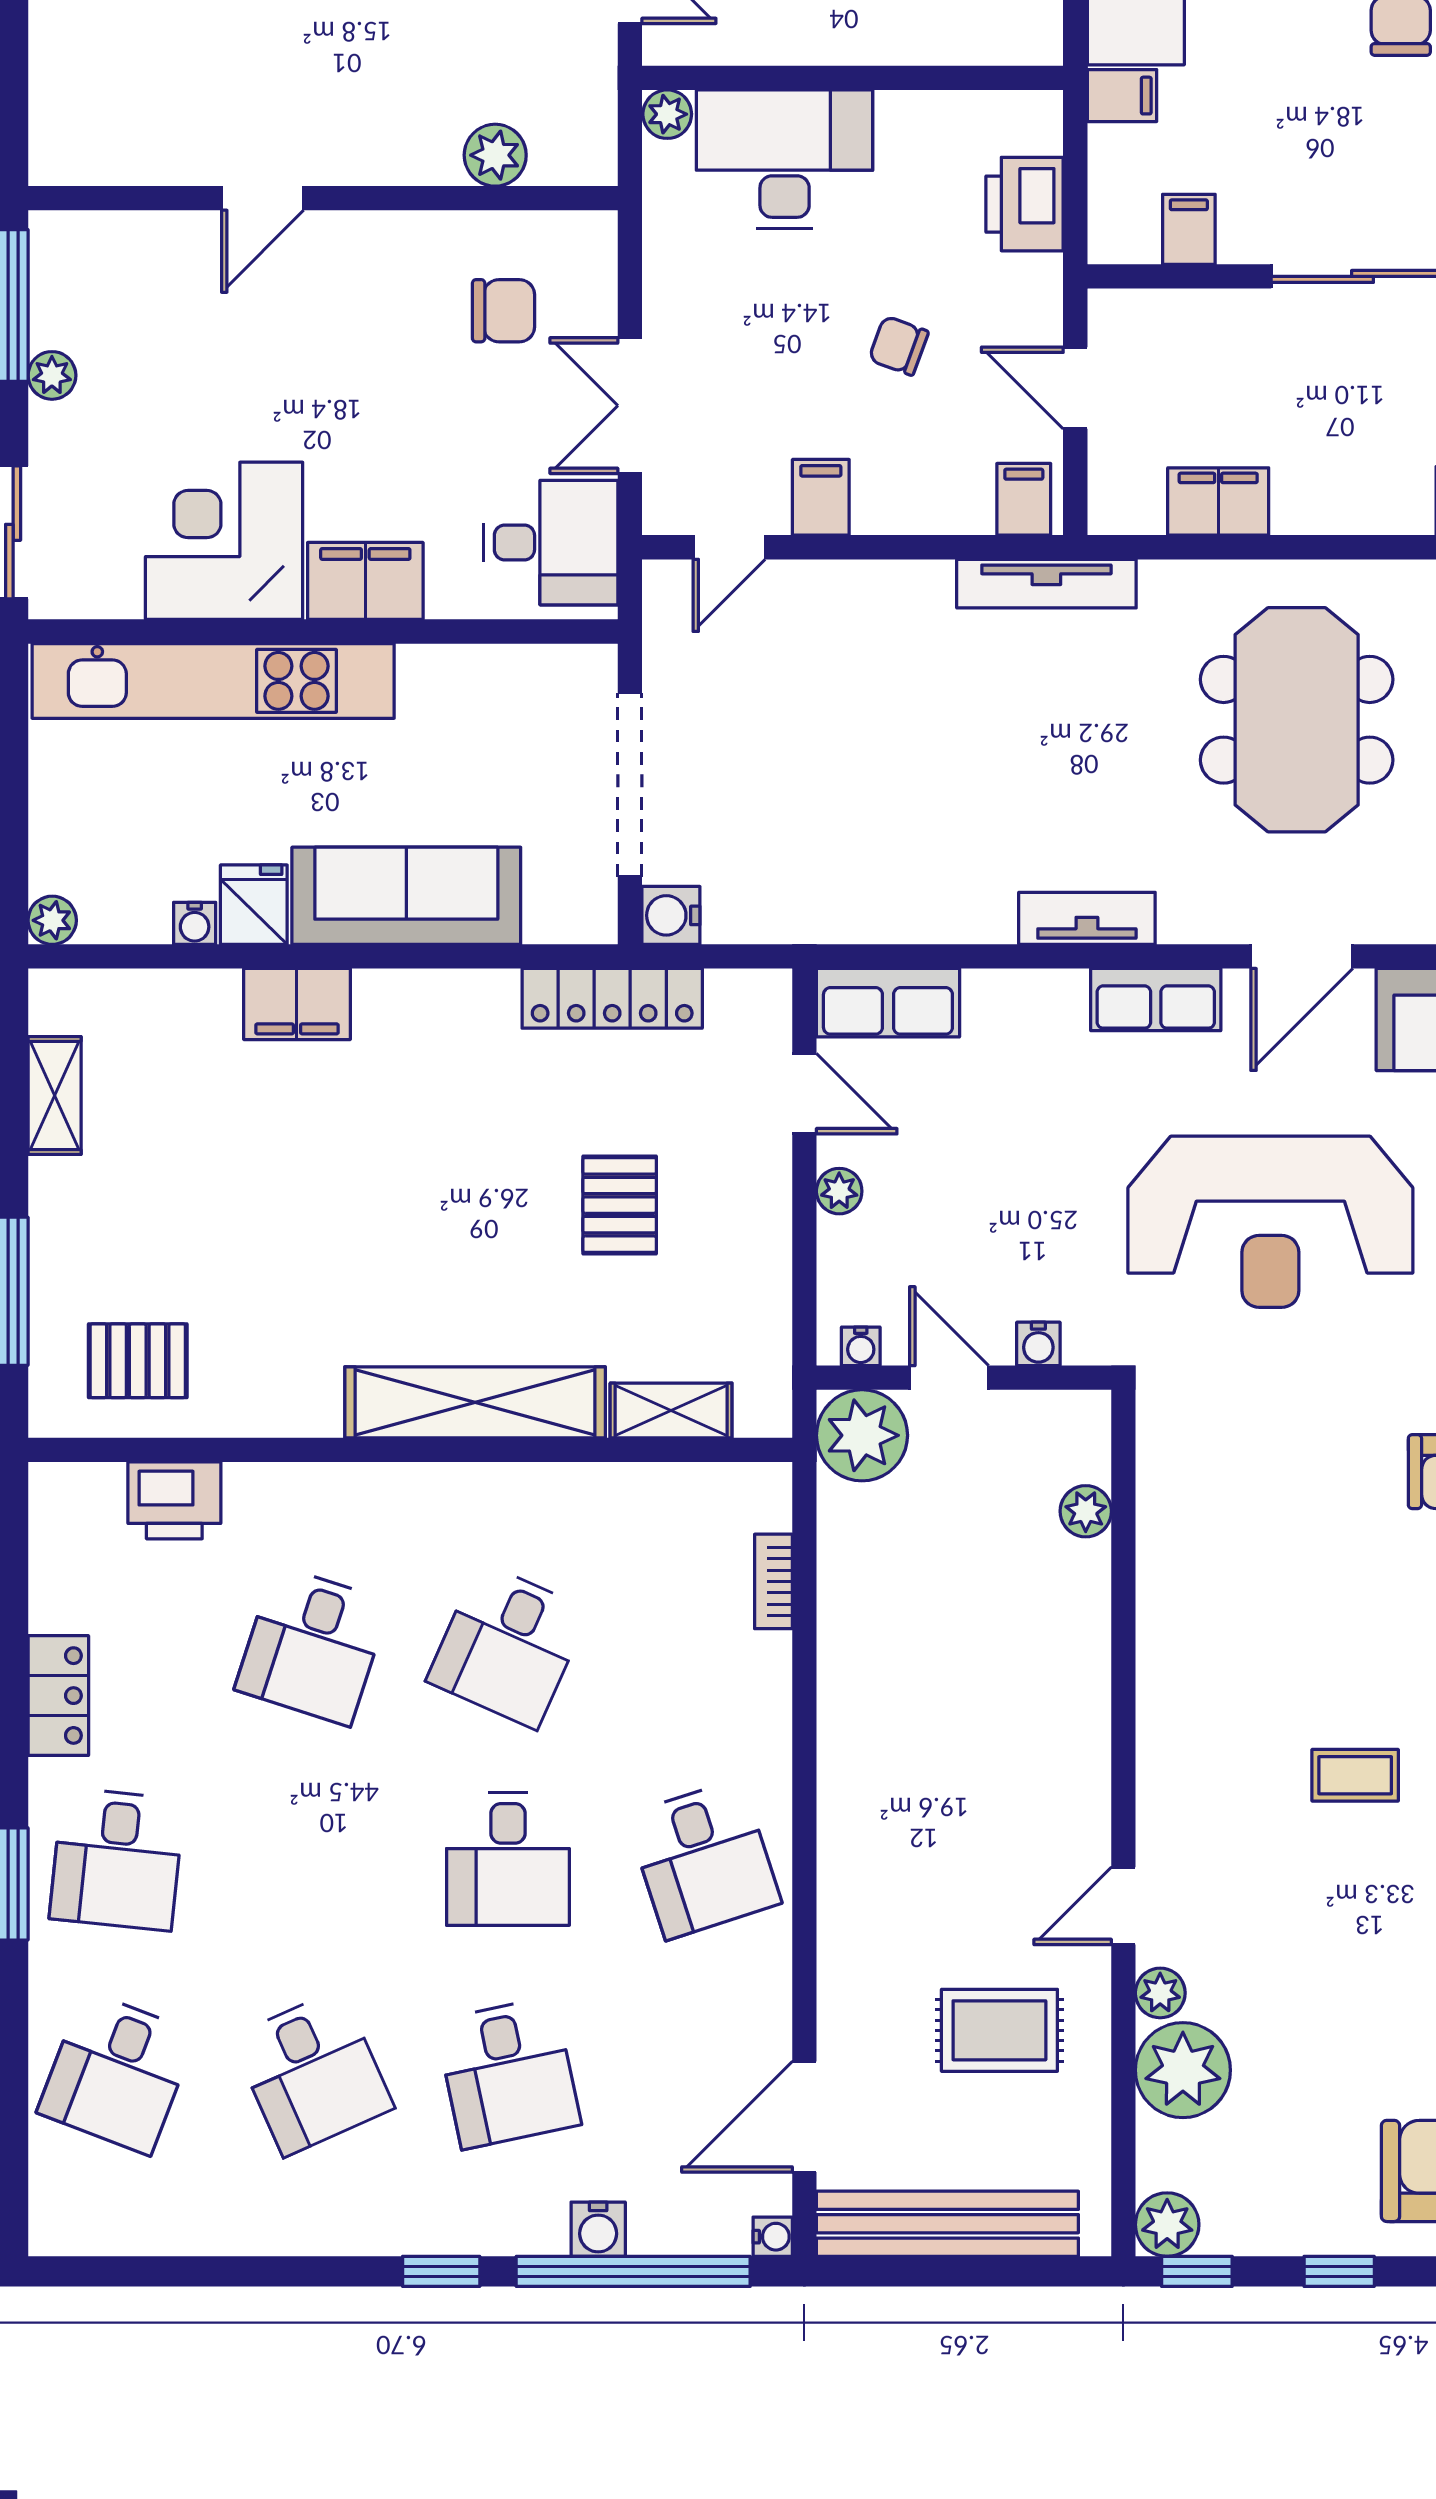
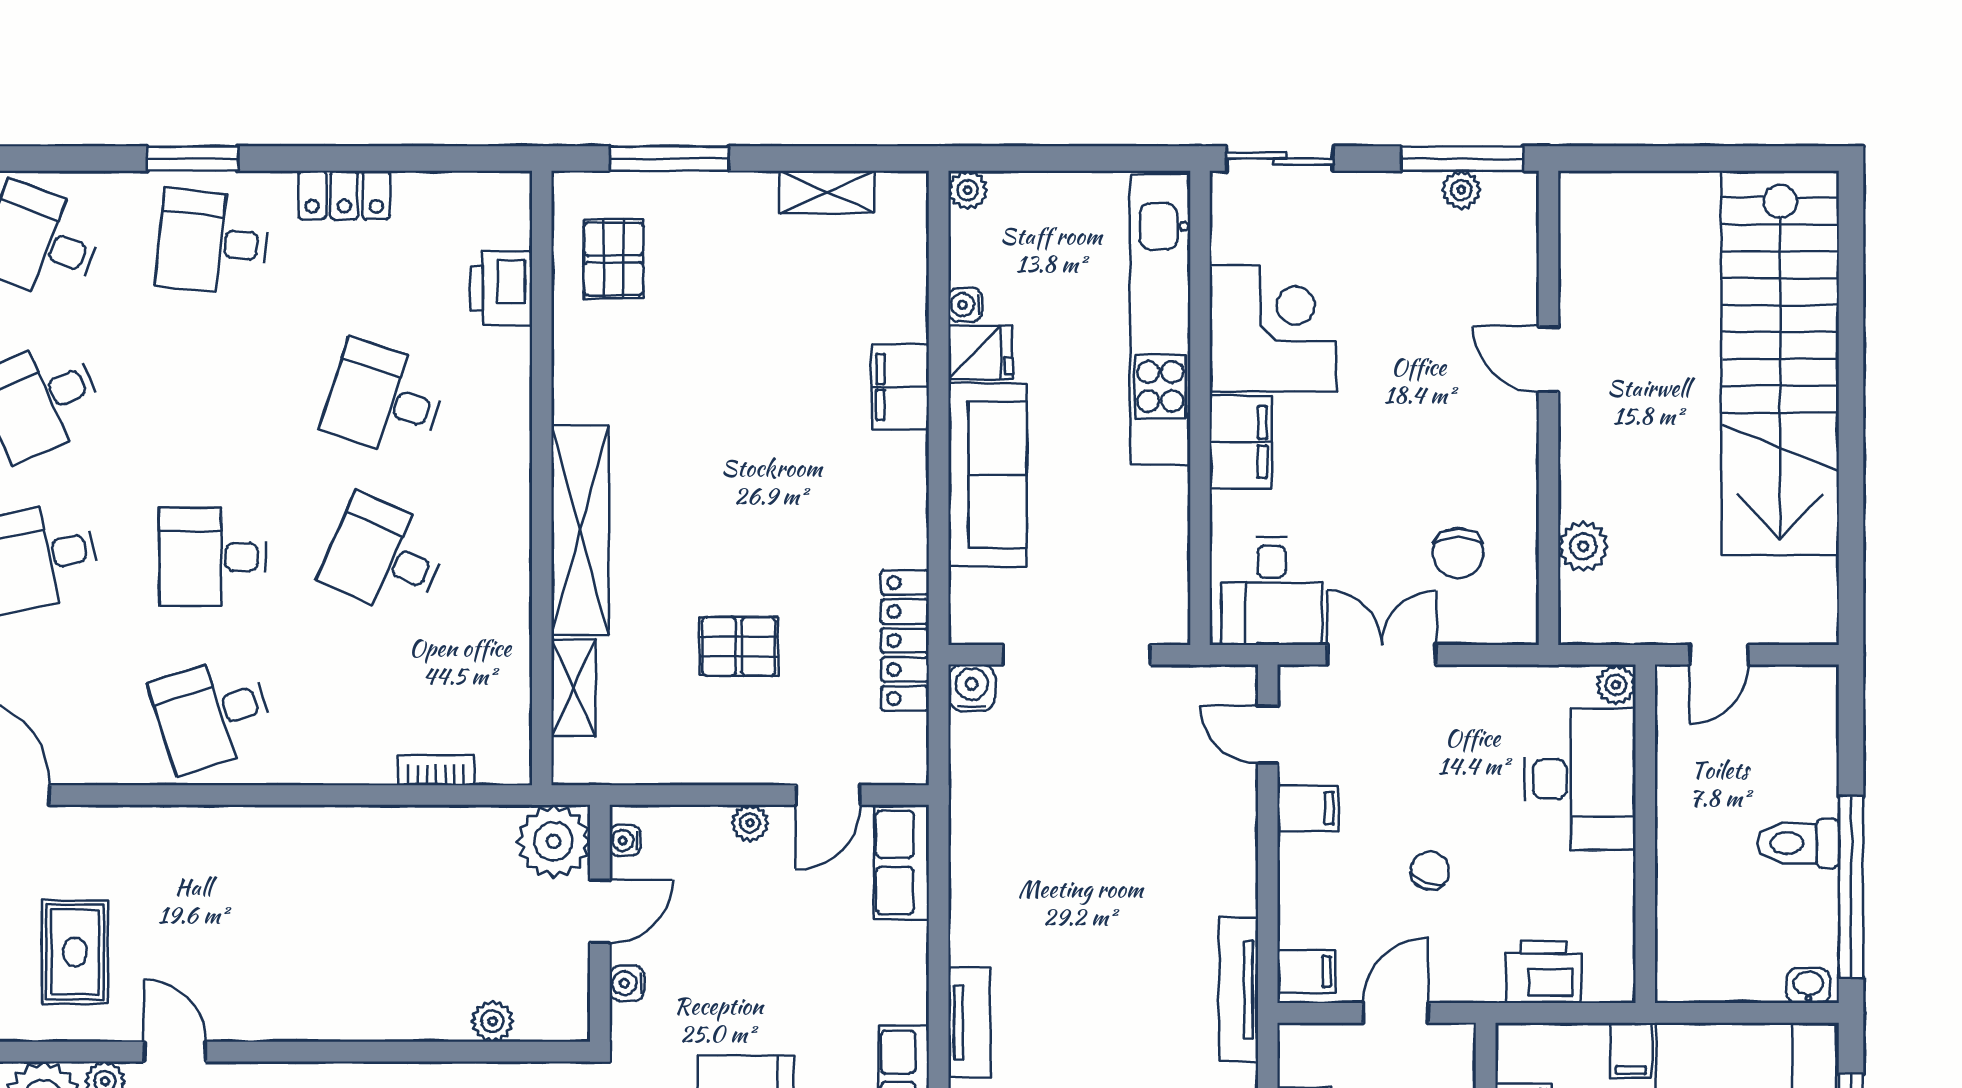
plant: (52, 375) -> (1461, 190), moved

